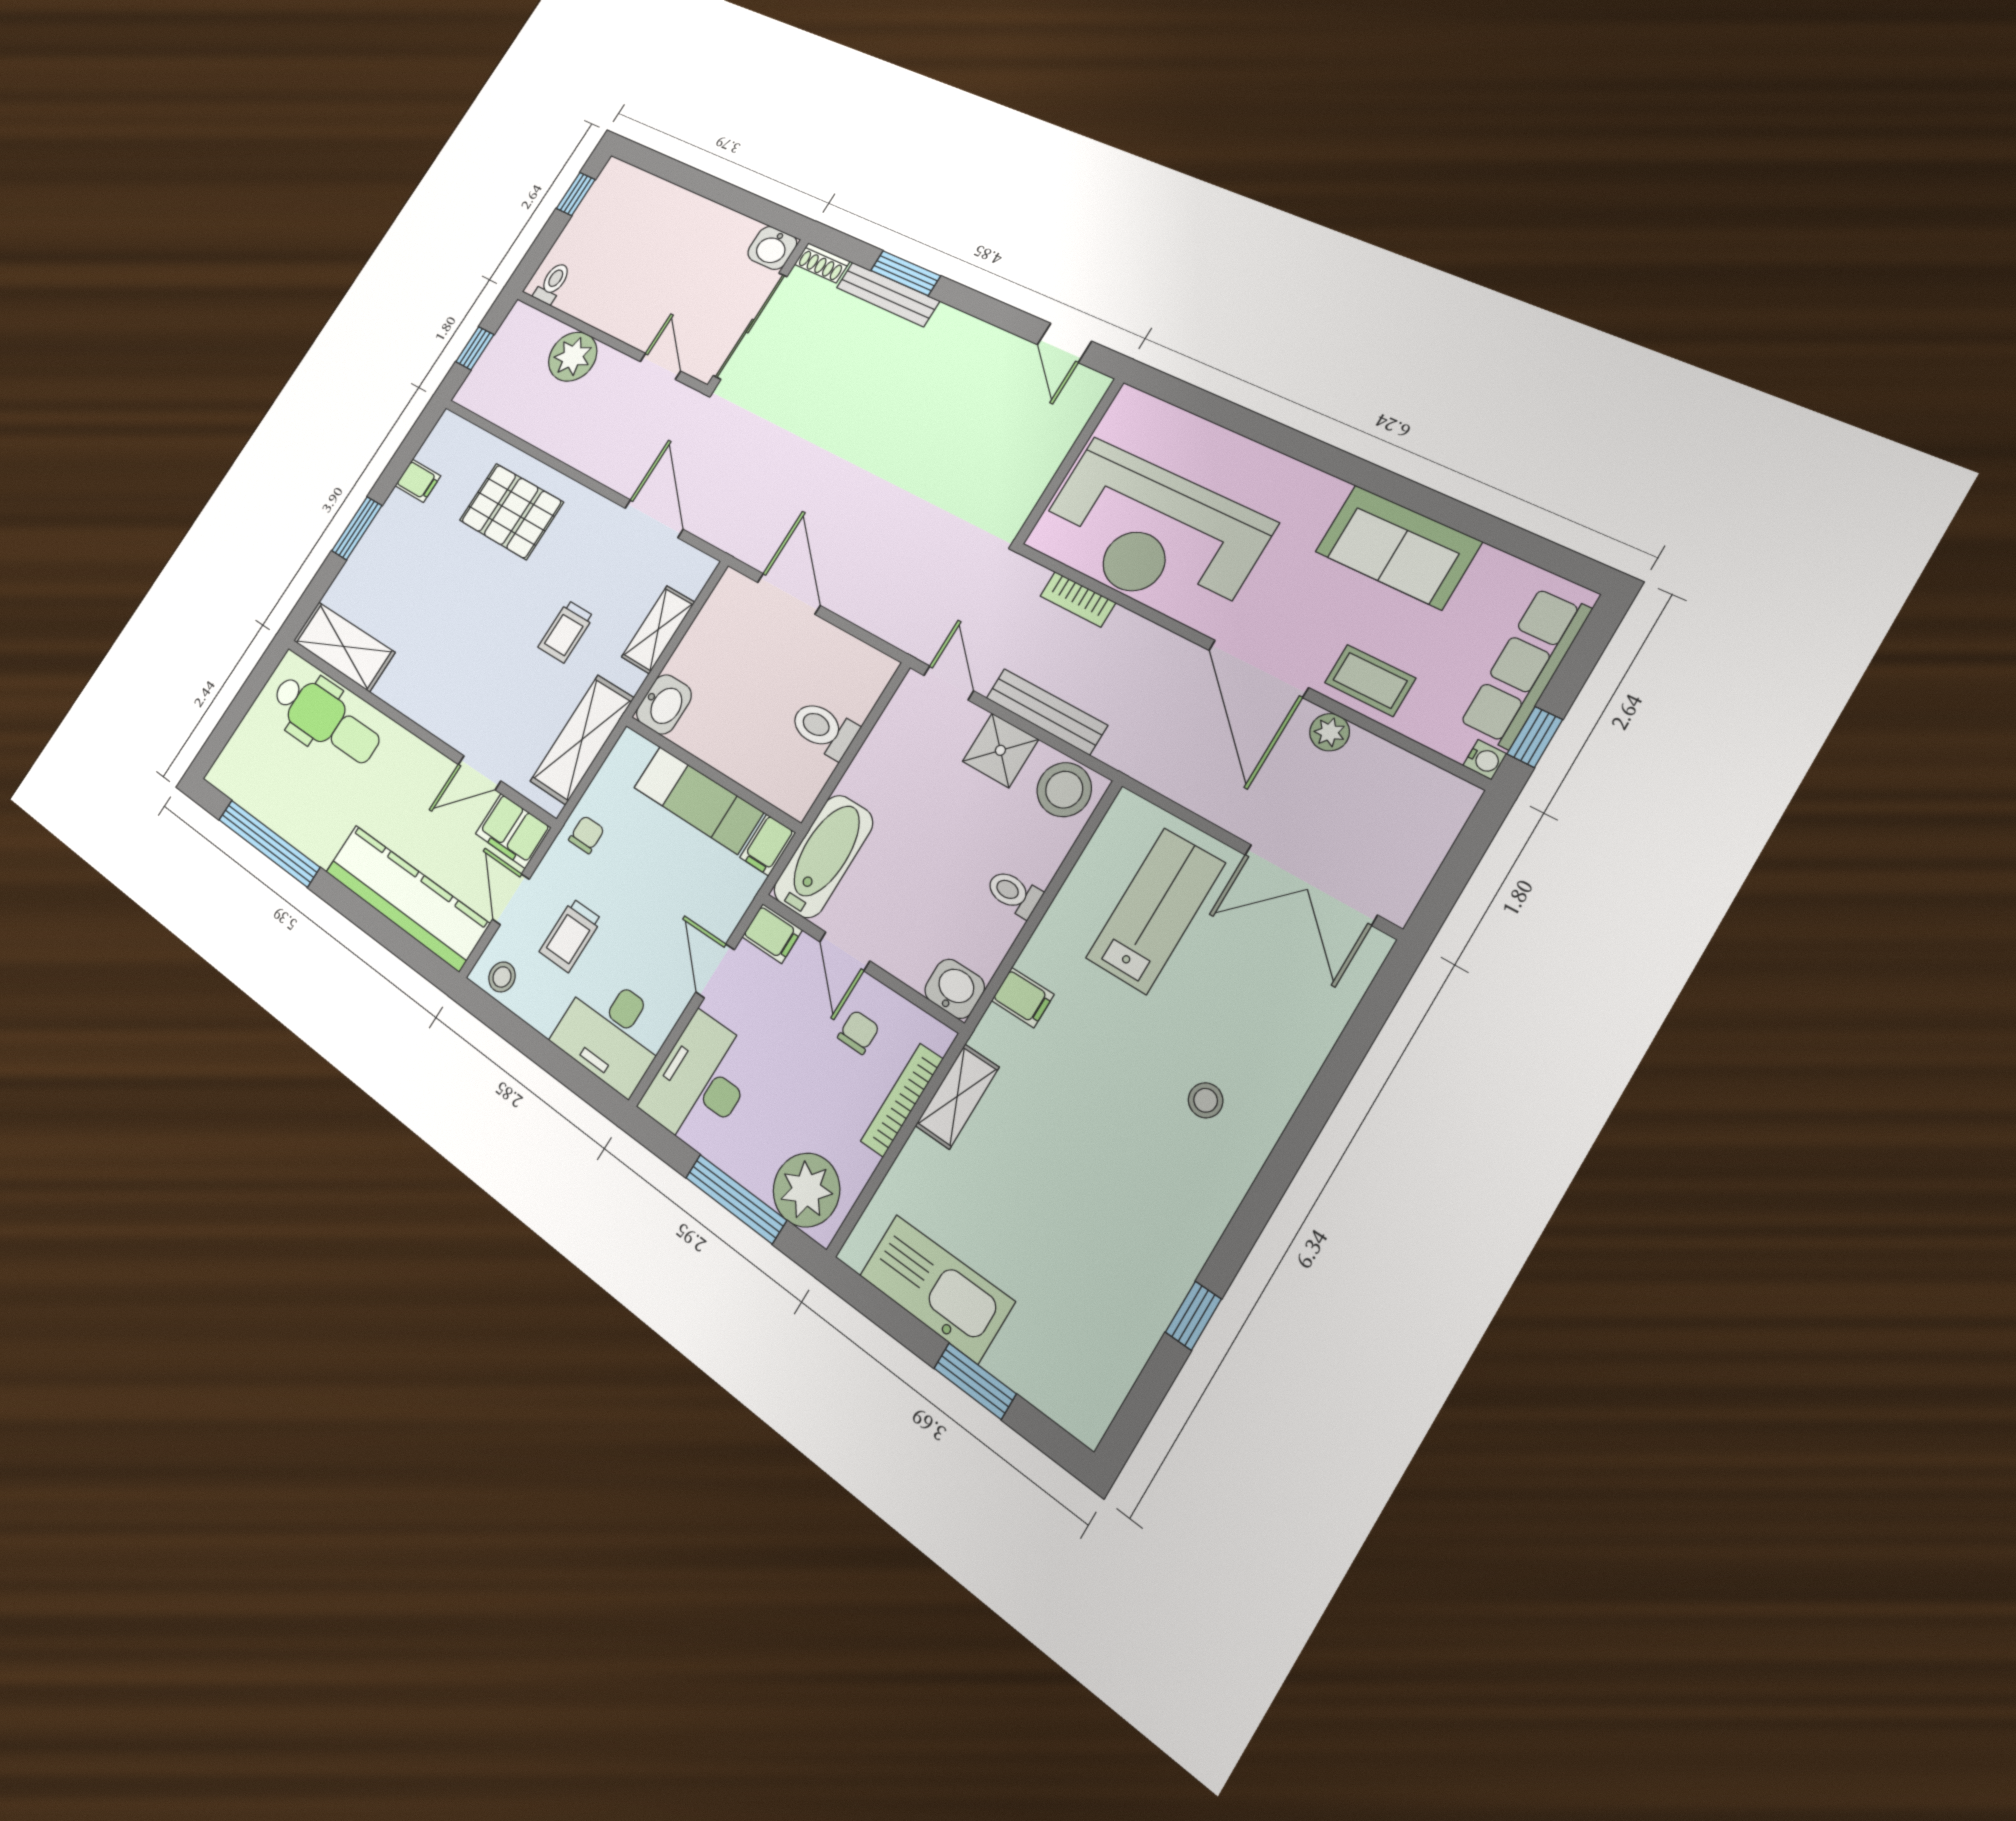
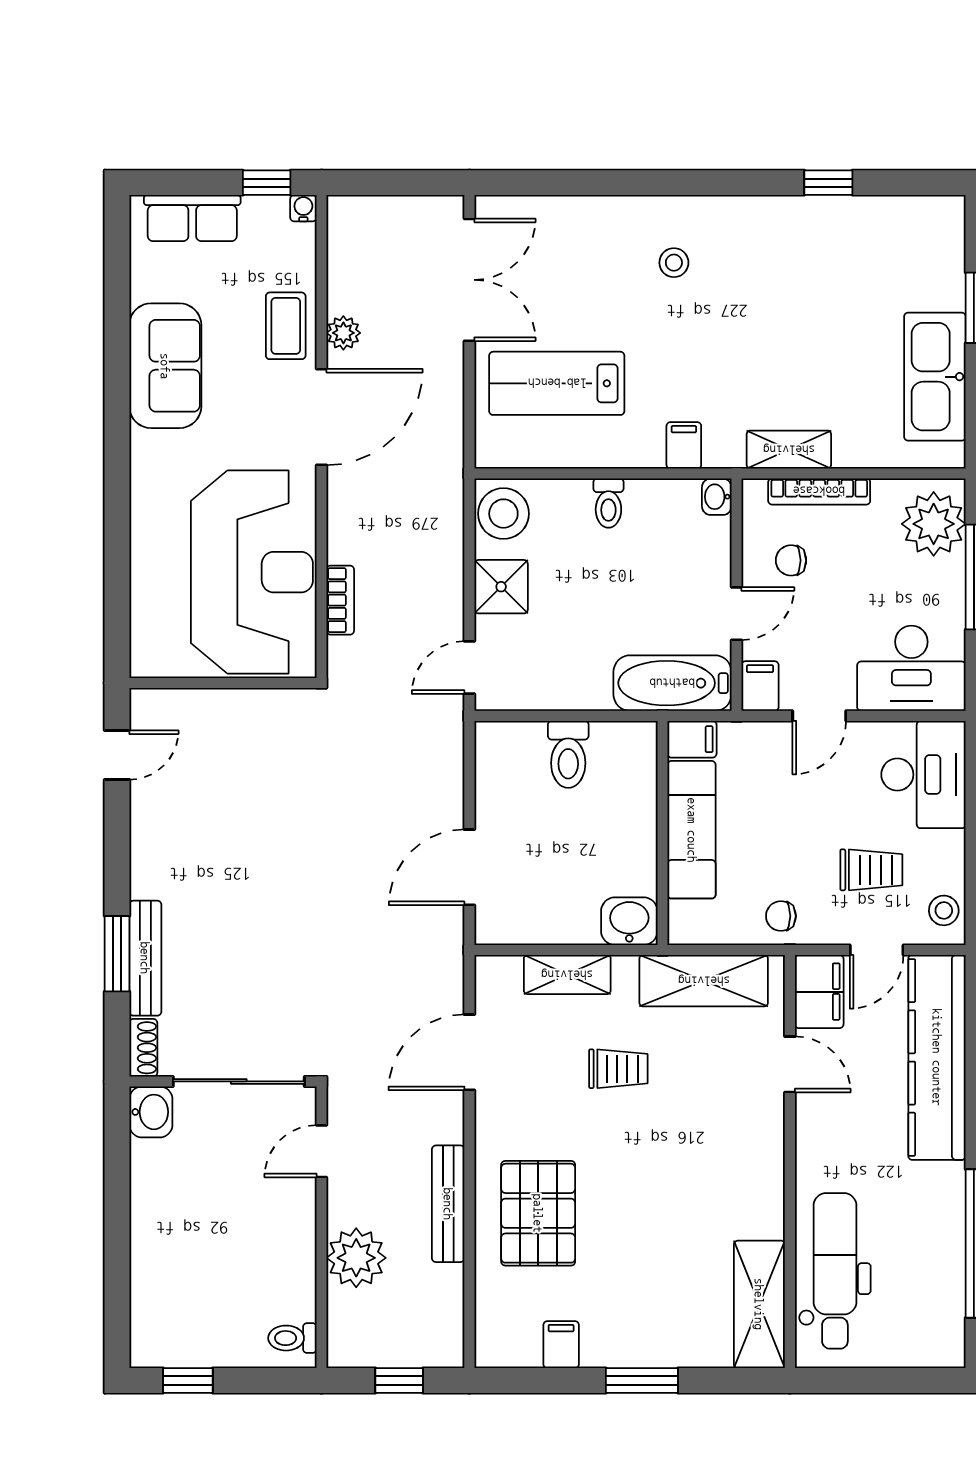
row of seats: (1525, 667) -> (192, 218), width x0.68
bench: (1046, 711) -> (448, 1204), moved
washbasin: (955, 989) -> (717, 497), width x0.72, depth x0.69

